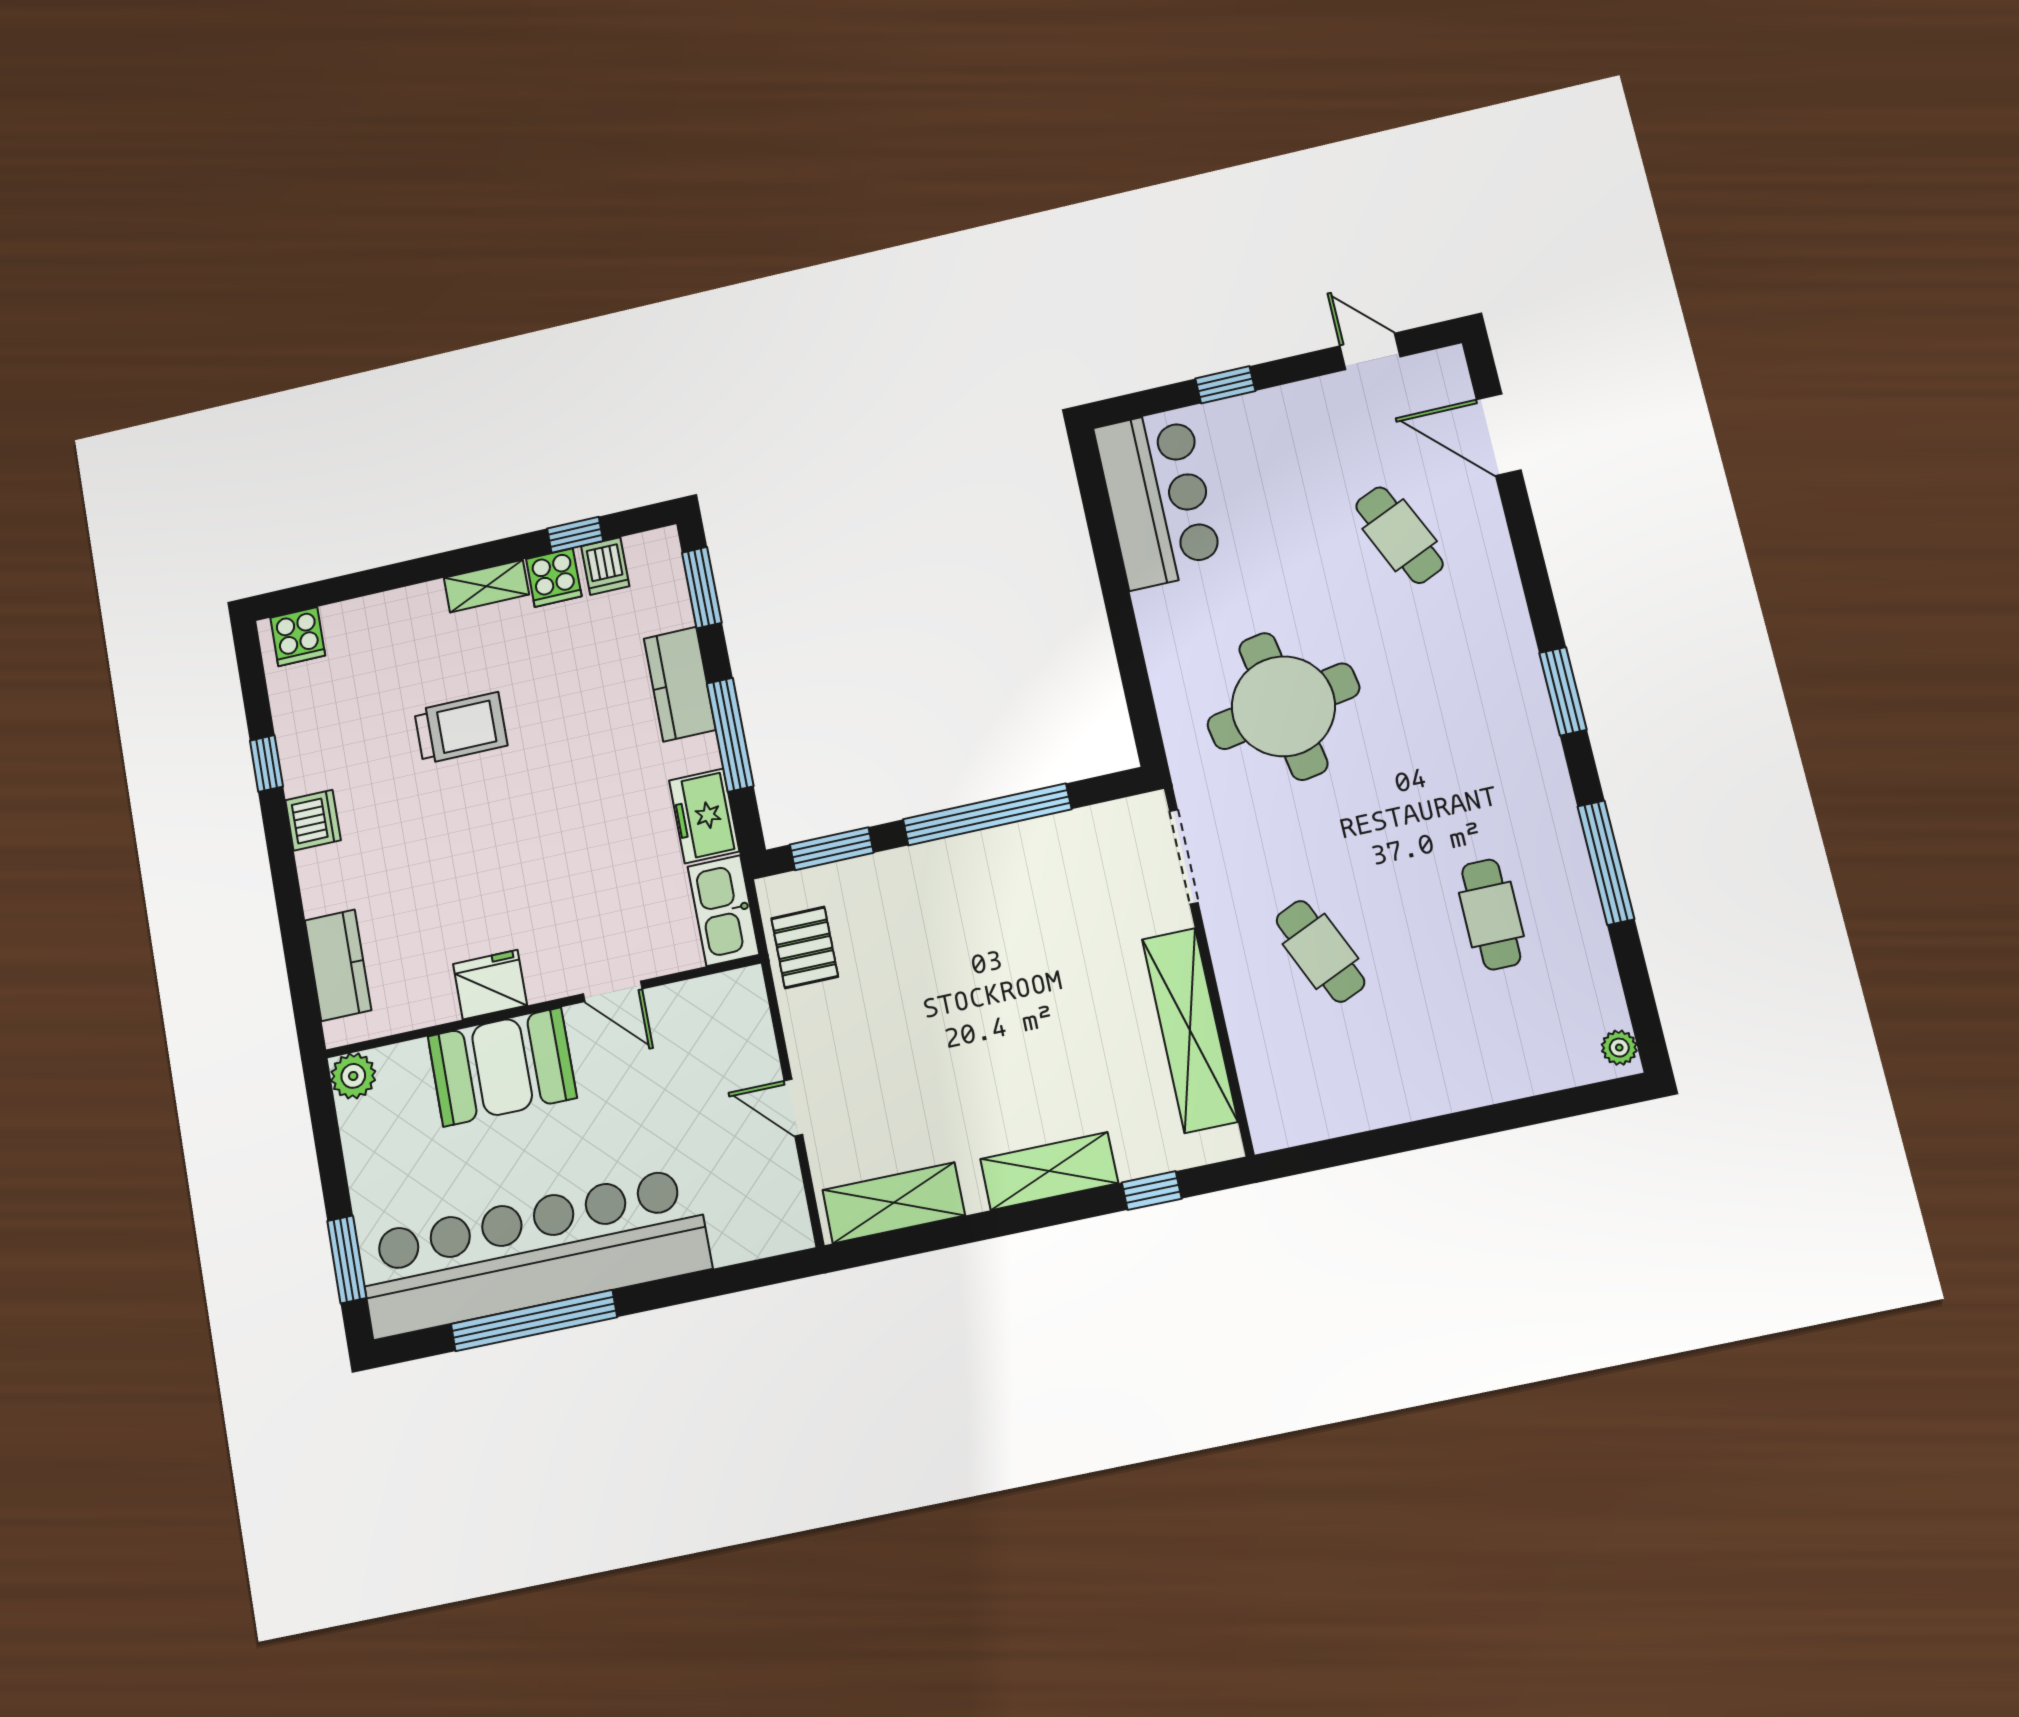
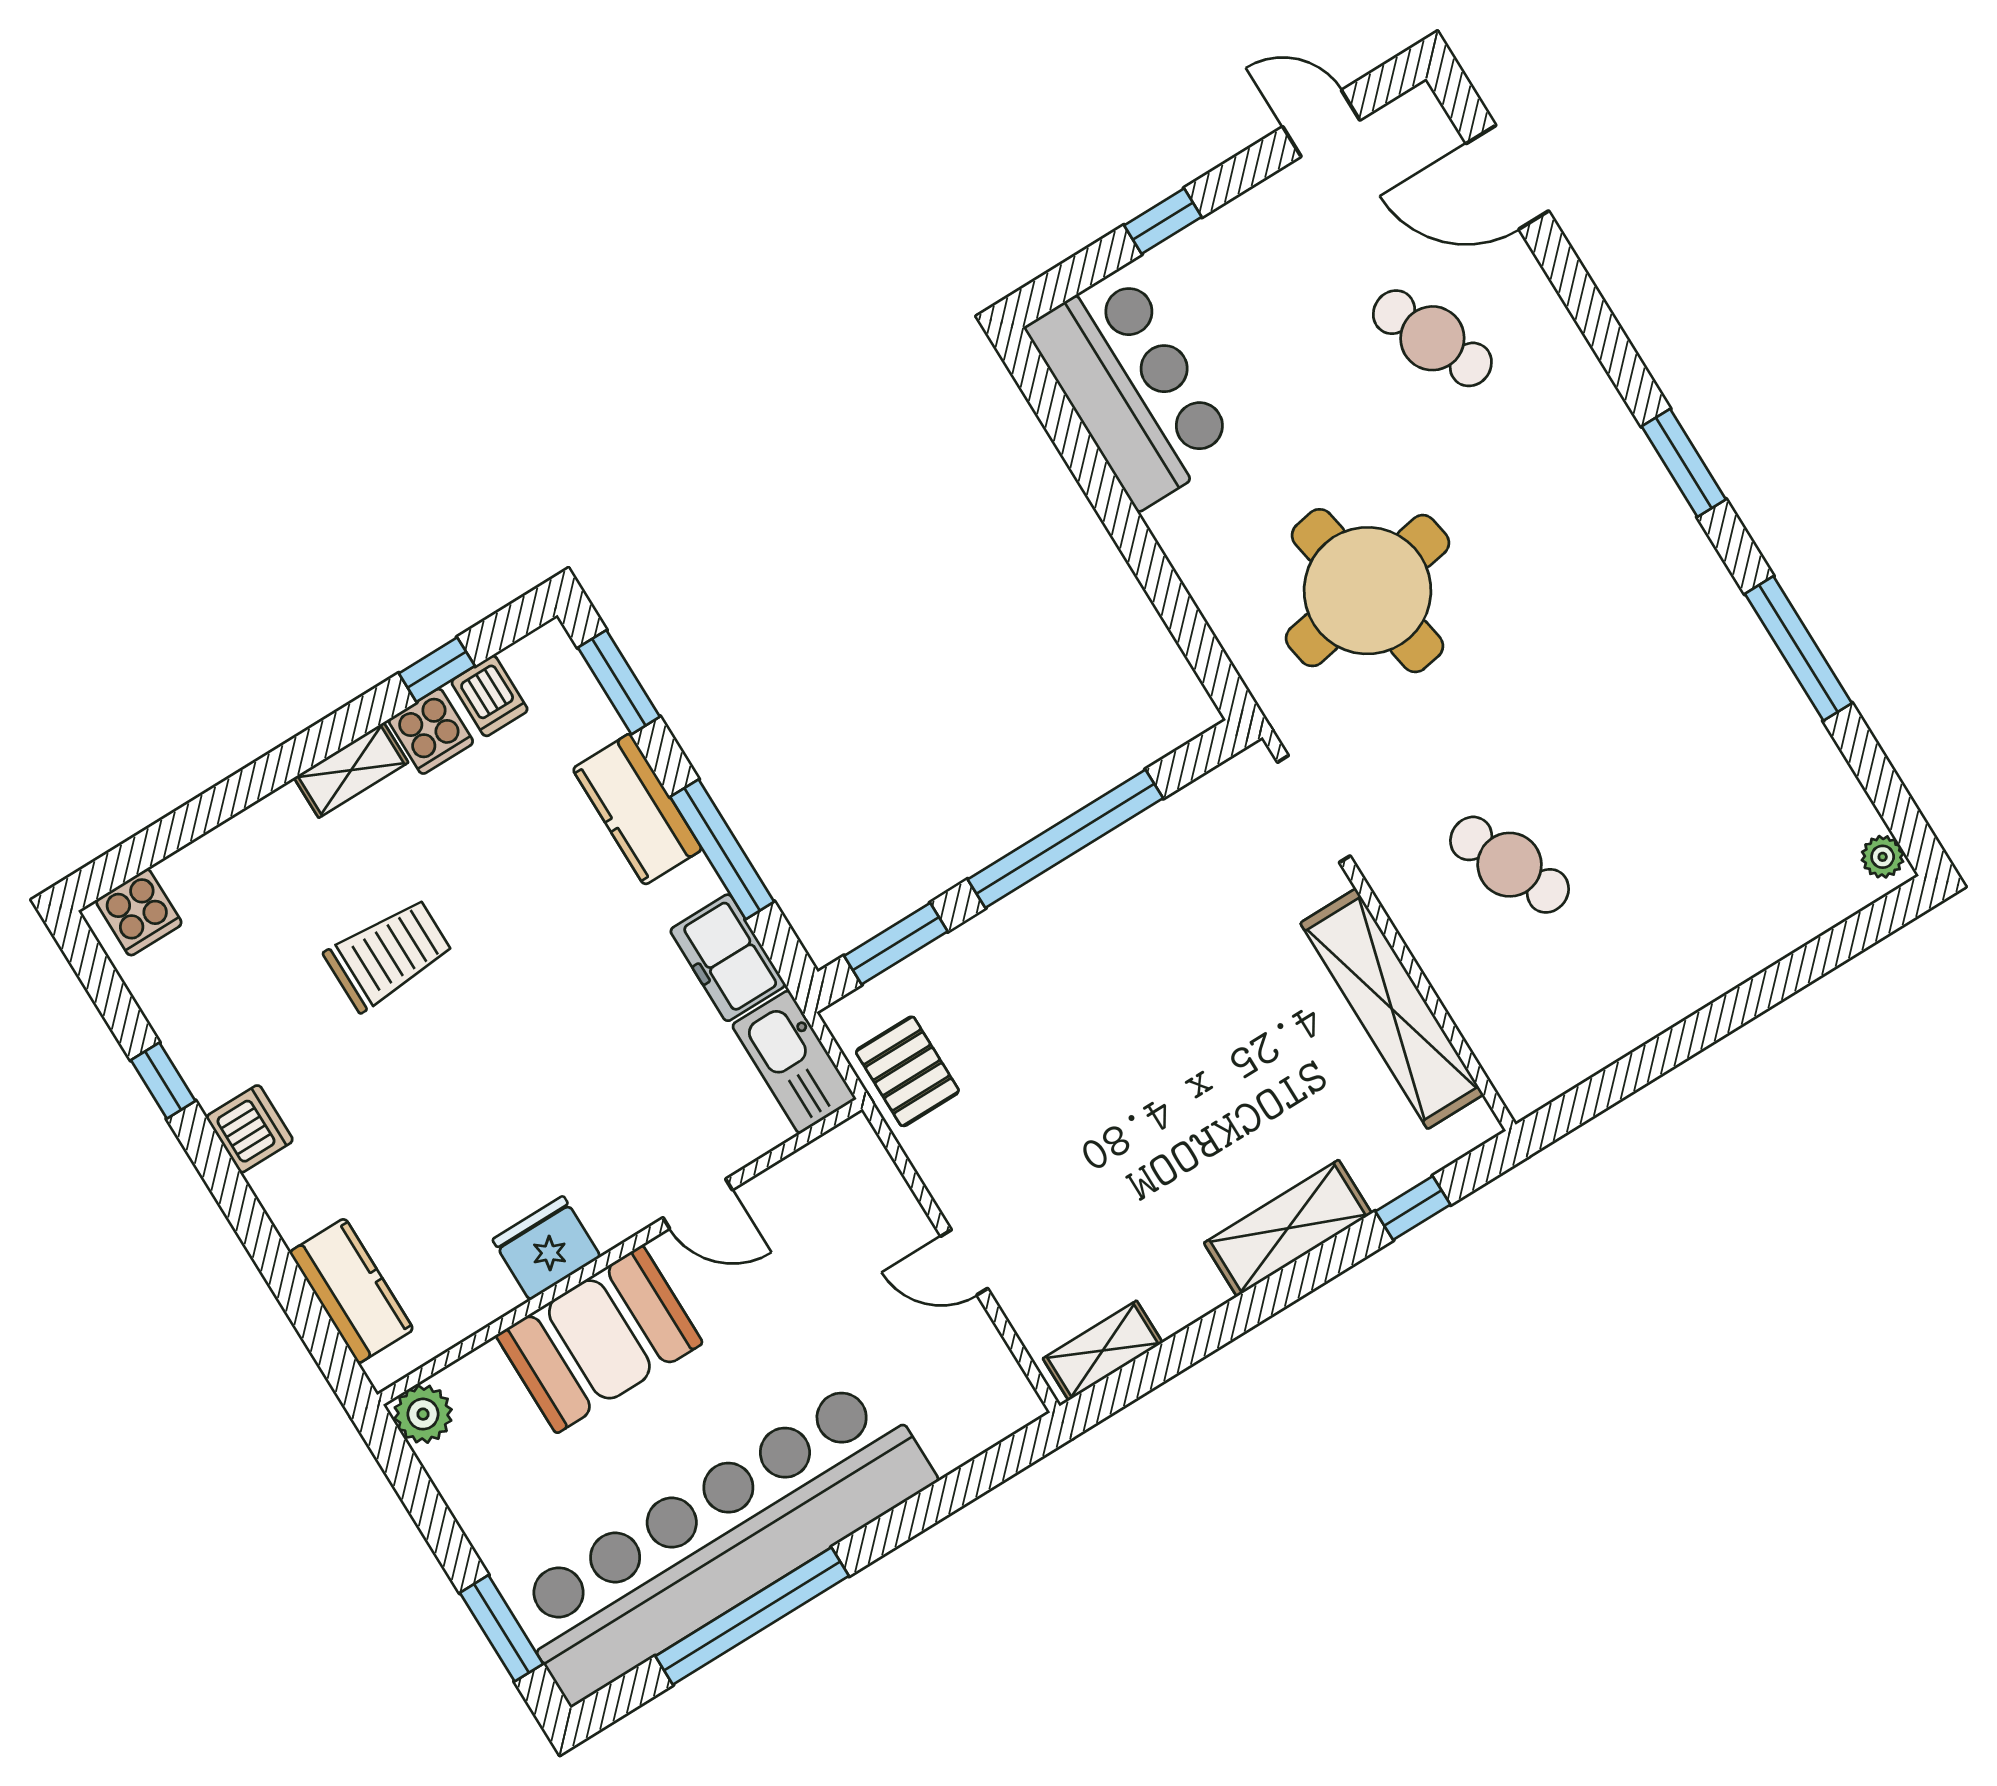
cafe table: (1491, 914) -> (1689, 754), removed
shelving: (894, 1203) -> (1103, 1351), width x0.67, depth x0.75

